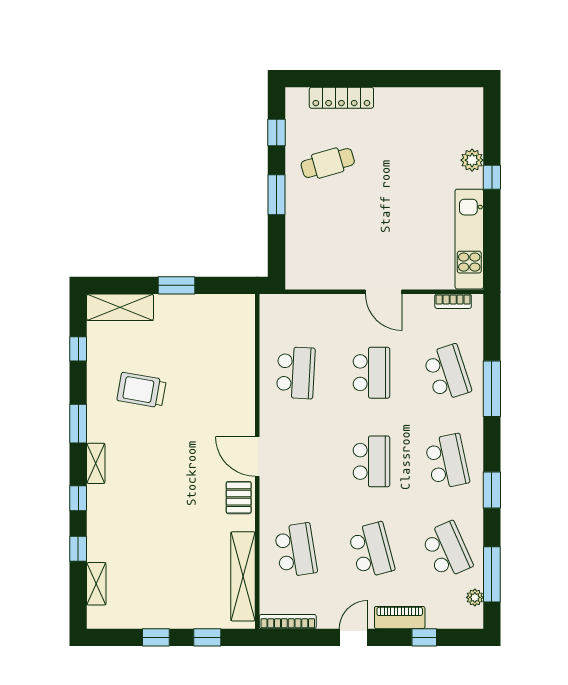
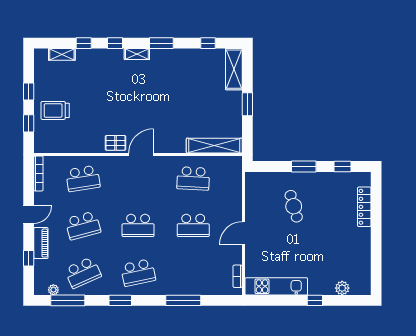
plant: (472, 160) -> (342, 288), moved
cafe table: (328, 163) -> (294, 206), moved
school desk: (447, 373) -> (193, 273), removed
trolley: (142, 390) -> (55, 110), moved, turned -100
shelving: (243, 576) -> (214, 146), moved
door: (354, 637) -> (29, 214), hinge flipped

